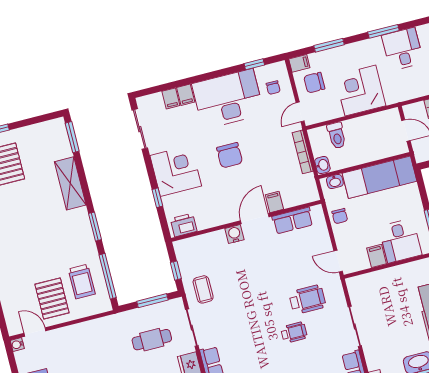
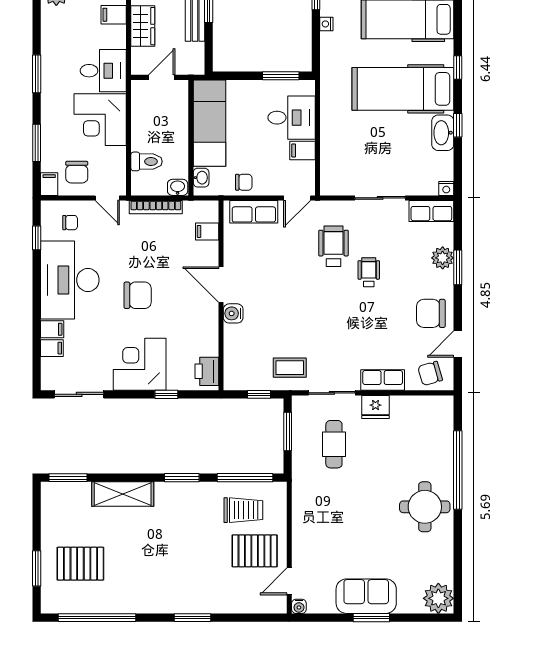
desk: (403, 49) -> (103, 71), moved, turned 180
filing cabinet: (274, 202) -> (207, 231), moved
row of seats: (293, 221) -> (254, 212), moved, turned 90

